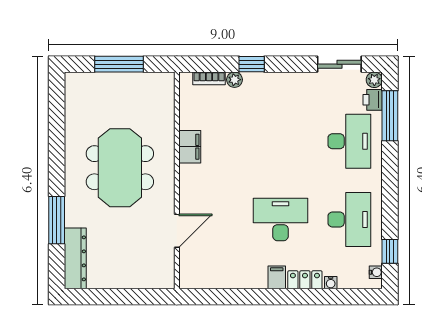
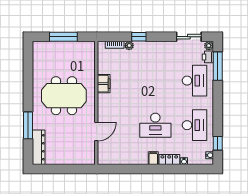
meeting table: (120, 168) -> (64, 96), turned 90
desk: (280, 219) -> (155, 125), turned 180

